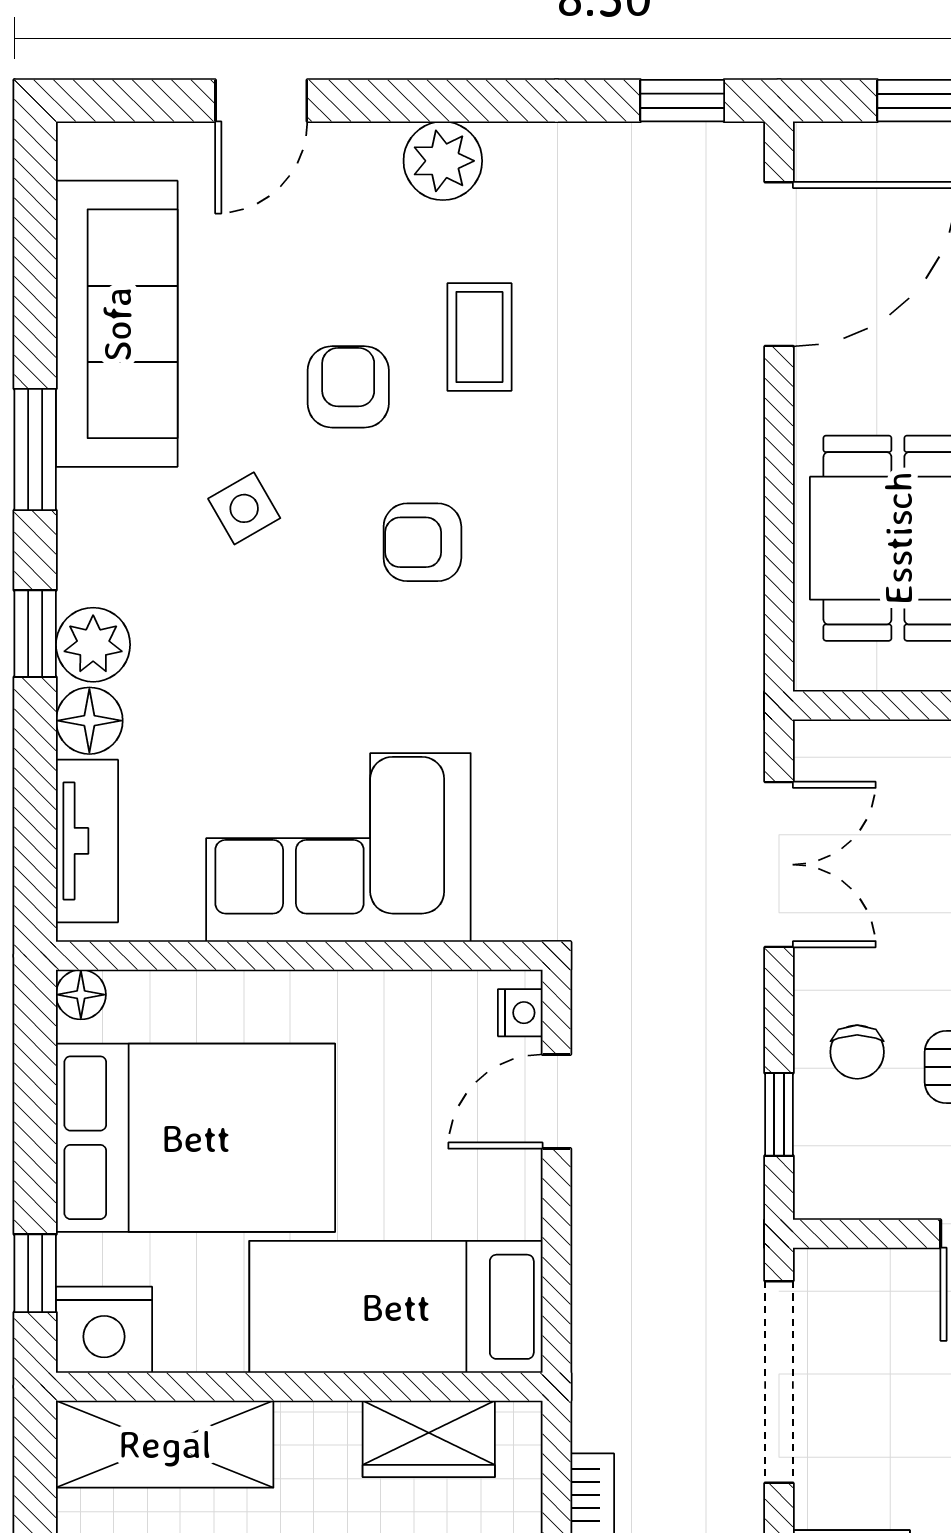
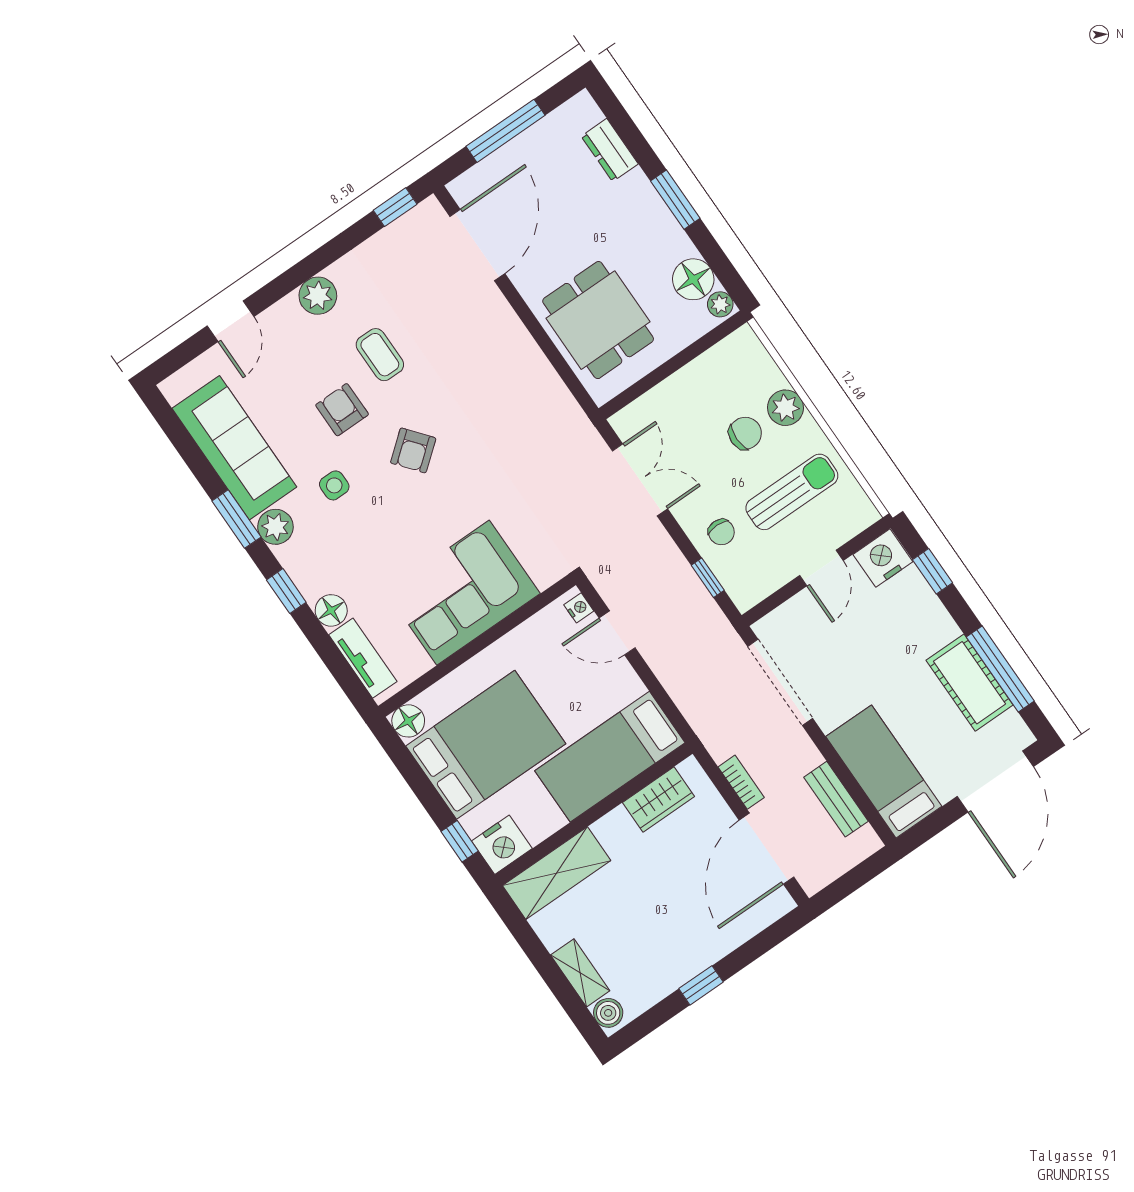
side table: (244, 508) -> (334, 485), turned 30
armchair: (422, 542) -> (413, 450), turned -39
plant: (93, 645) -> (275, 527), moved
floor lamp: (81, 995) -> (408, 721), width x1.37, depth x1.37
door: (557, 1102) -> (617, 633), hinge flipped

